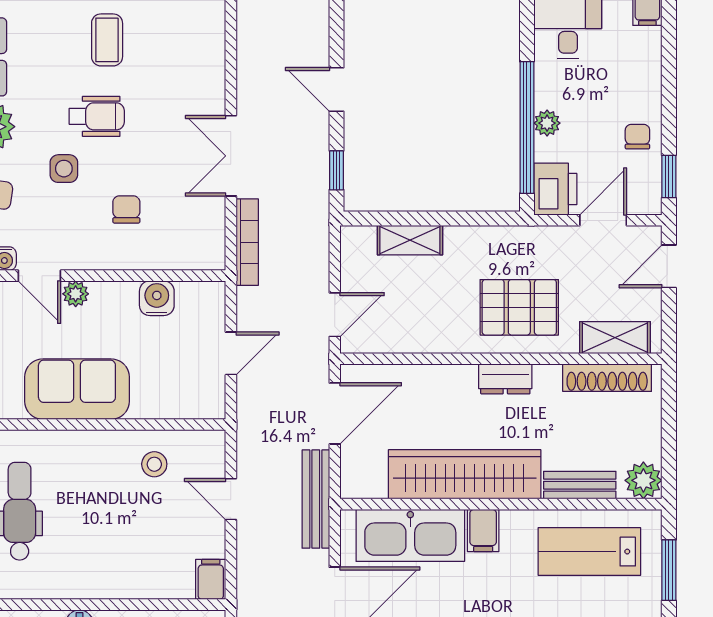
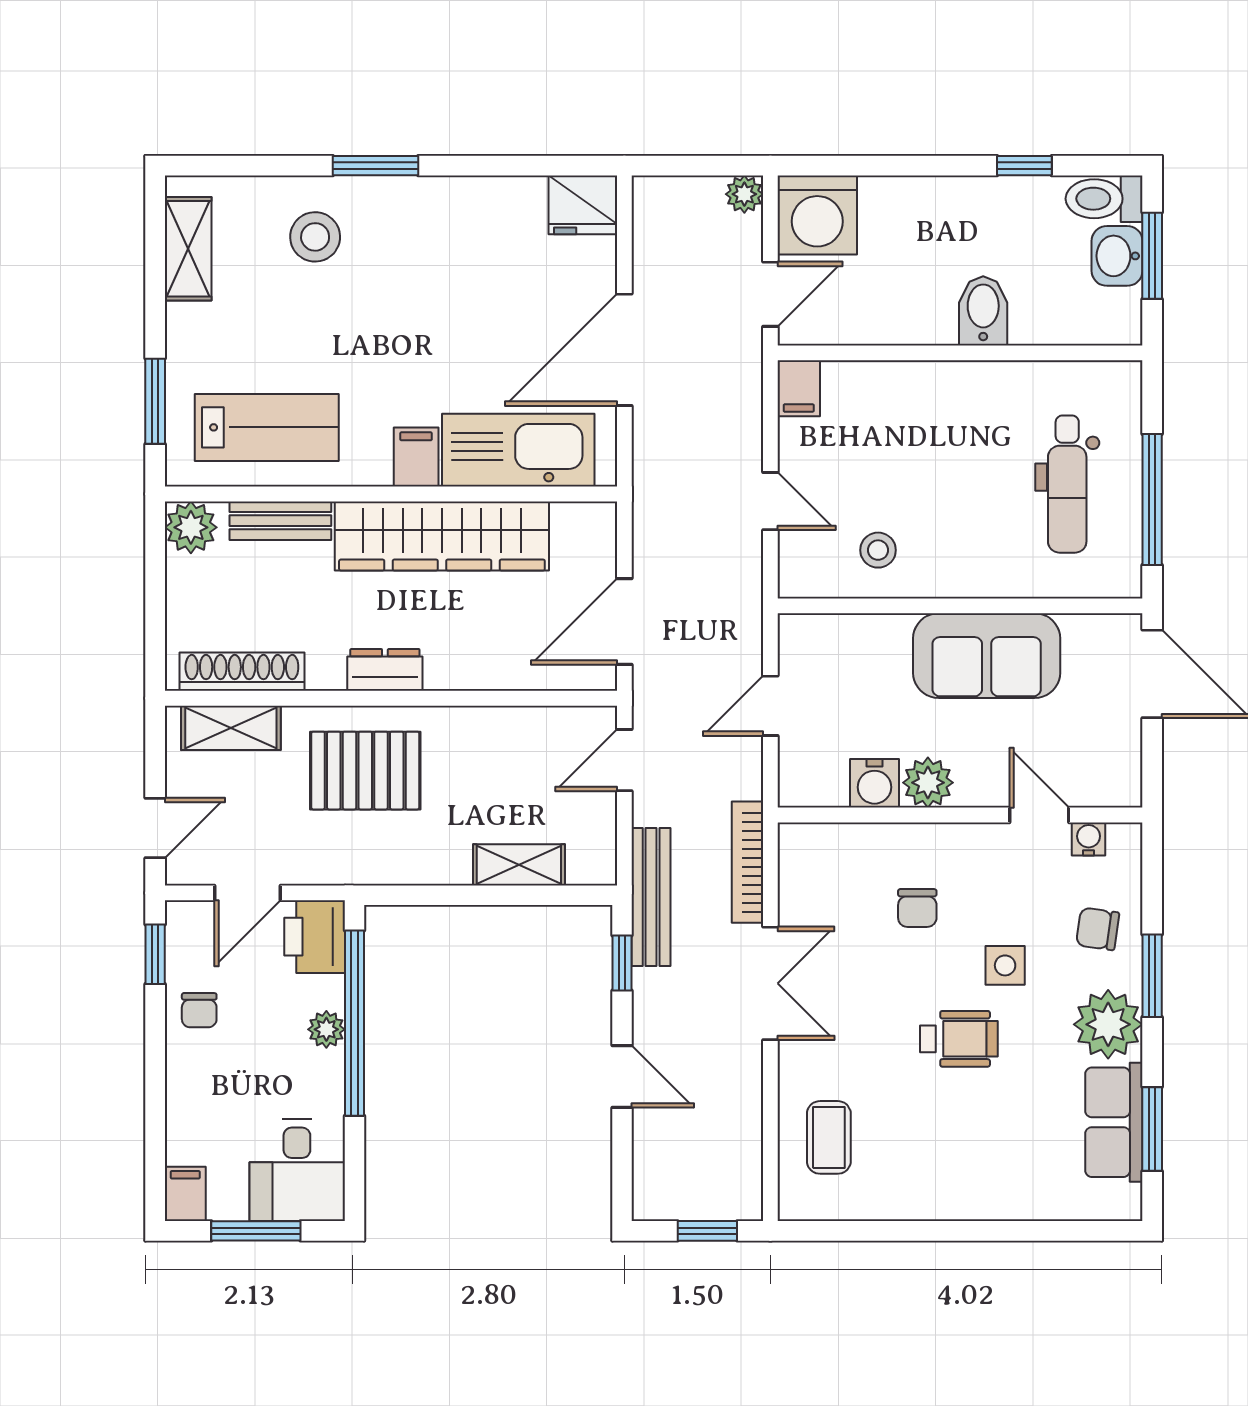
coffee table: (107, 40) -> (829, 1137), moved
wheelchair: (97, 116) -> (959, 1039), turned 180
plant: (76, 294) -> (928, 783), moved, width x1.38, depth x1.38
bench: (316, 499) -> (651, 897), moved

